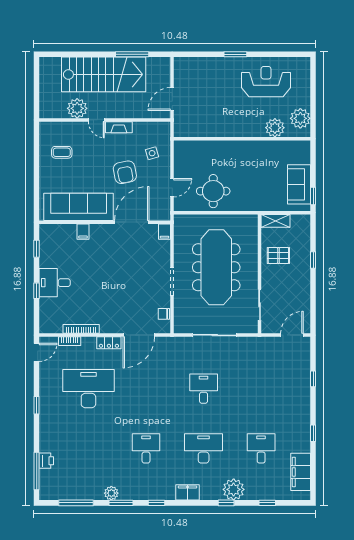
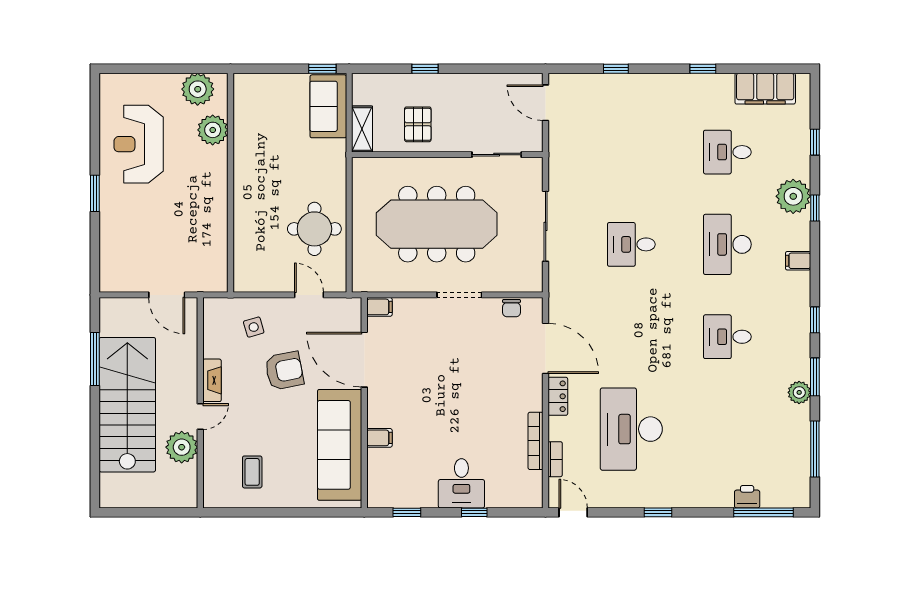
sofa: (299, 184) -> (328, 106), moved, turned 90
filing cabinet: (188, 492) -> (798, 261), width x0.50

